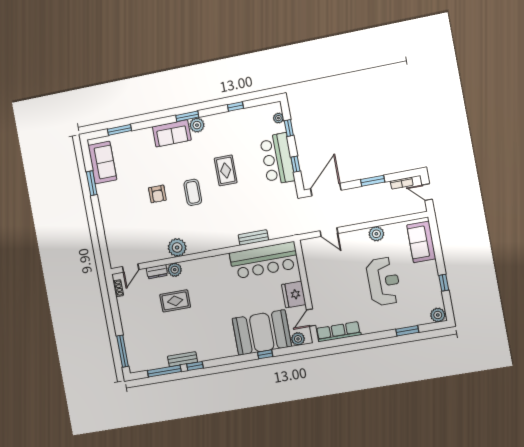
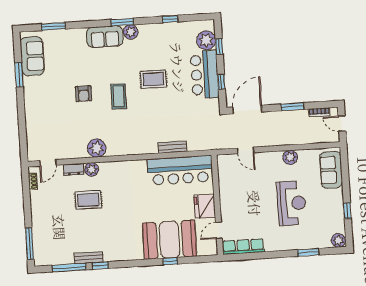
plant: (278, 118) -> (206, 40), width x1.88, depth x1.88
rug: (226, 170) -> (153, 79), turned 90
plant: (298, 339) -> (204, 249), removed

